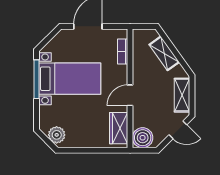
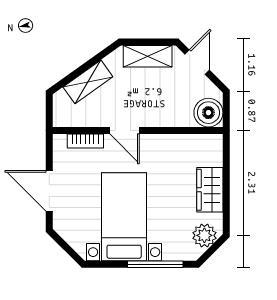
window: (36, 79) -> (155, 264), moved
door: (130, 95) -> (125, 130), moved
wardrobe: (119, 128) -> (210, 190), moved, turned 90

